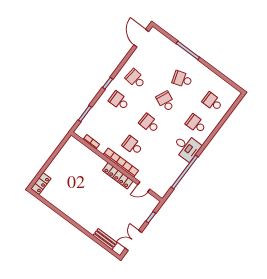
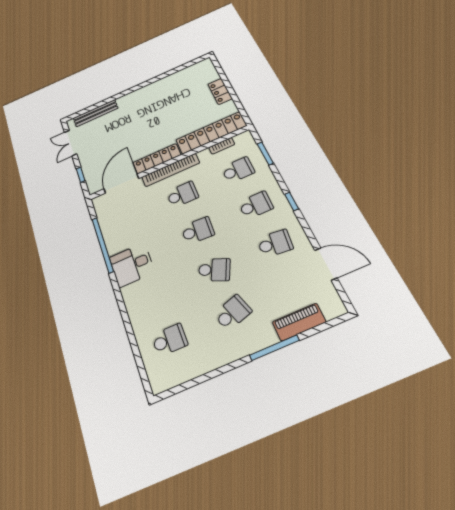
door: (141, 38) -> (326, 264), moved
piano: (169, 46) -> (299, 322), added
school desk: (196, 124) -> (238, 170), moved
locker: (86, 153) -> (211, 133), added
locker: (41, 184) -> (220, 91), moved
door: (144, 187) -> (121, 184), width x1.87
bench: (105, 239) -> (96, 113), width x1.36
double door: (133, 240) -> (71, 143), swing flipped

